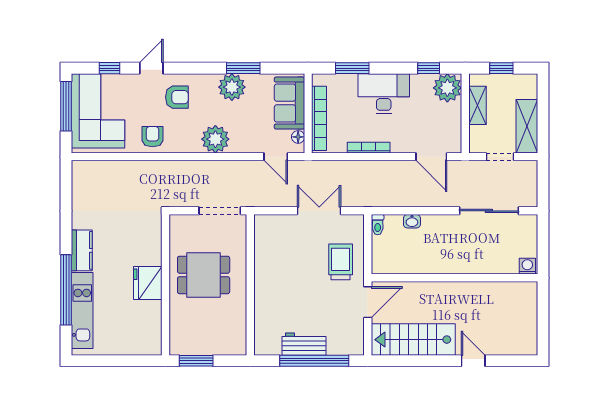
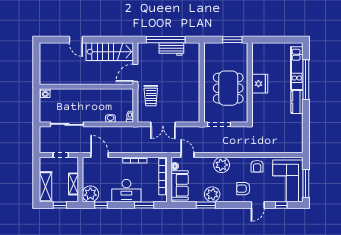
shelving: (527, 126) -> (46, 187), moved
dining table: (204, 275) -> (228, 88), width x1.38

